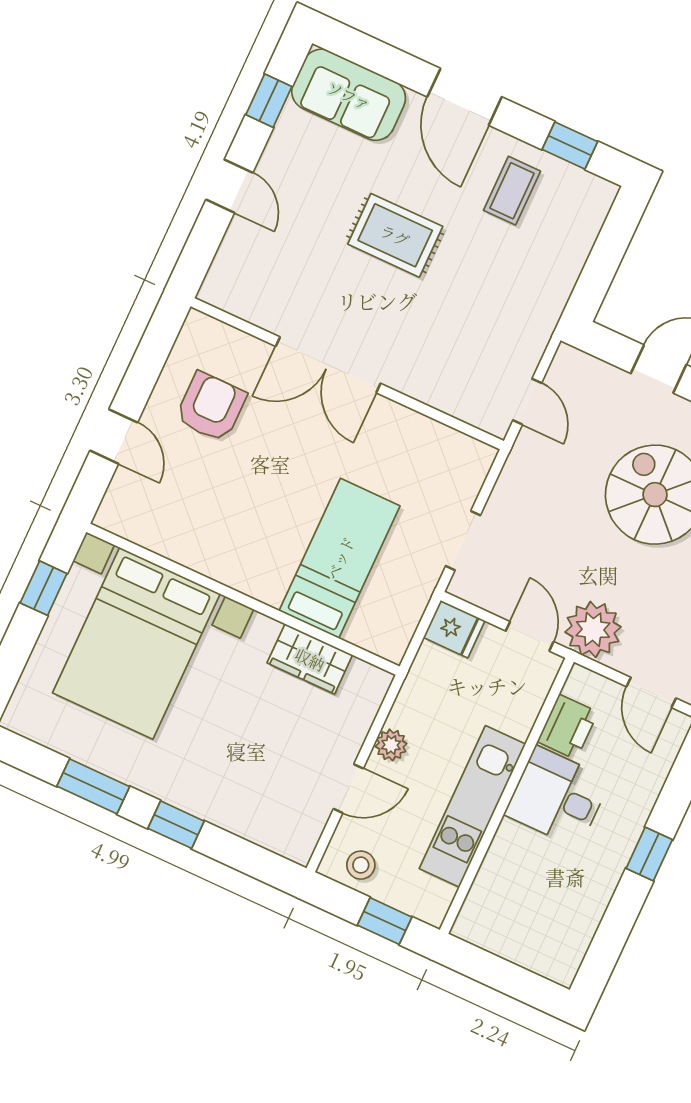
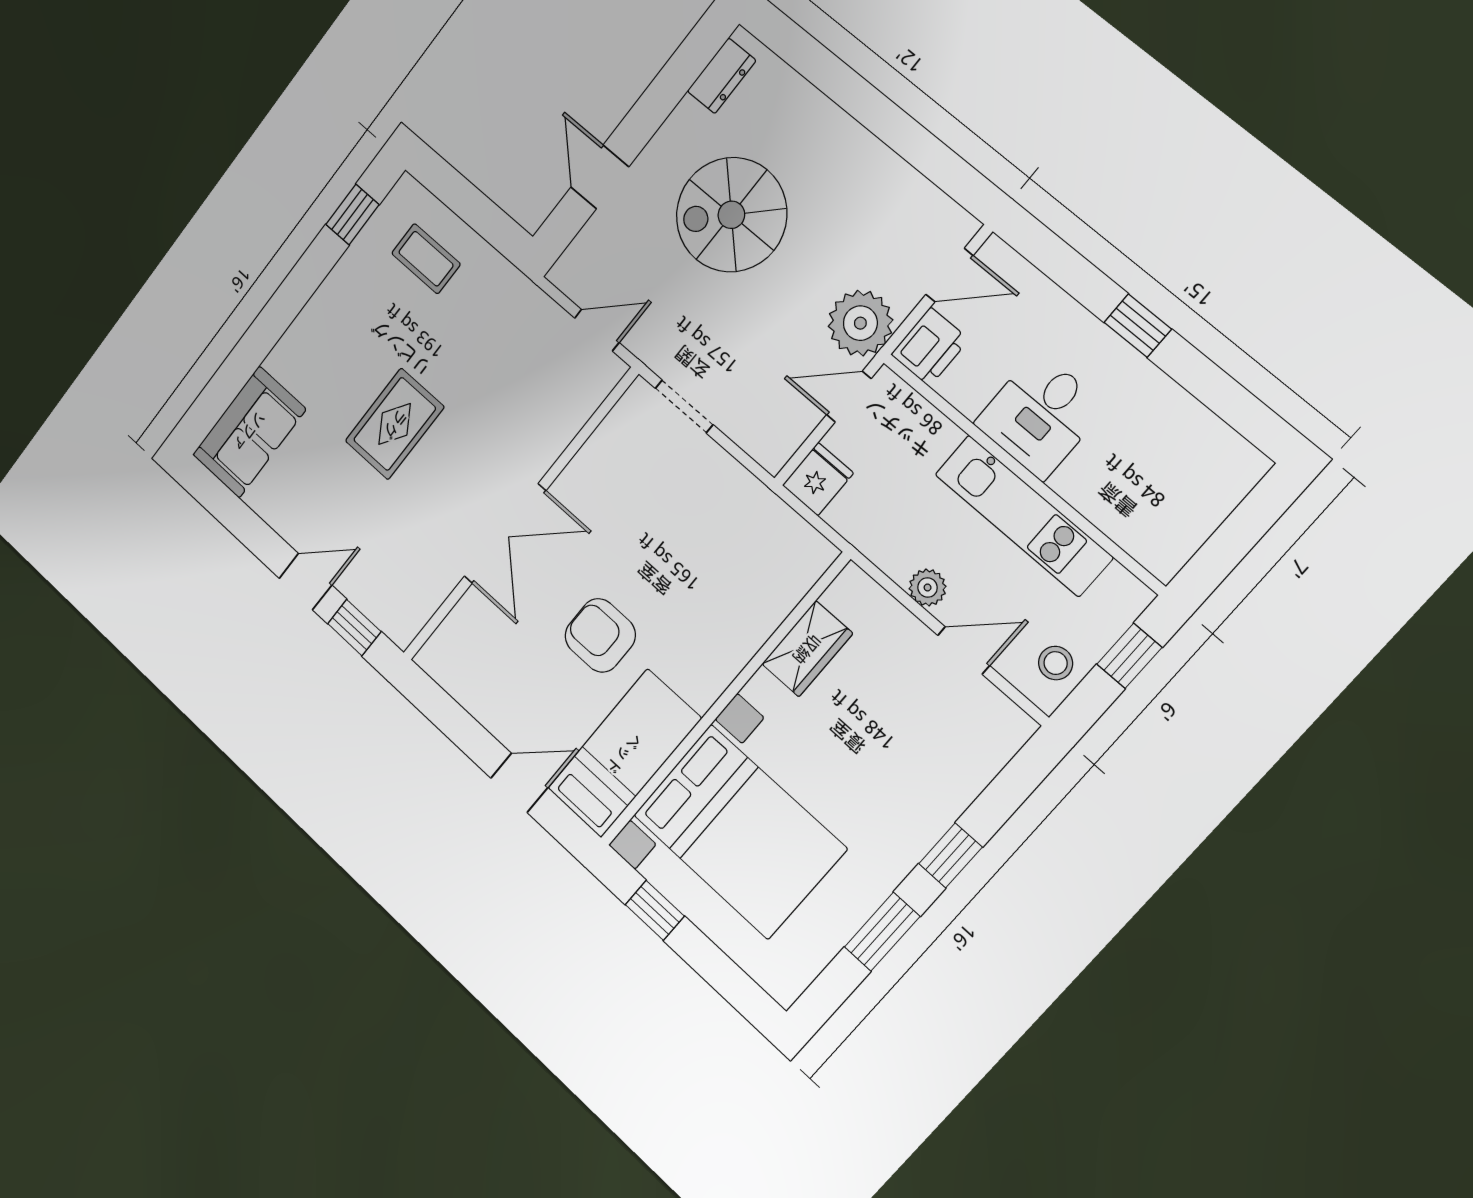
door: (465, 97) -> (280, 313), removed
window: (269, 101) -> (354, 628), moved
coffee table: (512, 191) -> (426, 259), moved
armchair: (211, 407) -> (600, 635), moved
doorway: (463, 541) -> (684, 406), moved
bed: (340, 558) -> (624, 754), moved, turned 90
printer: (568, 727) -> (930, 347), moved, turned 90
door: (348, 789) -> (964, 650), hinge flipped

